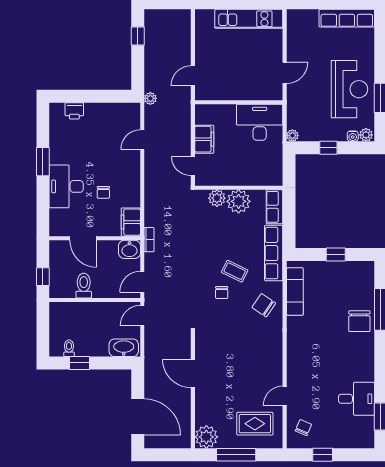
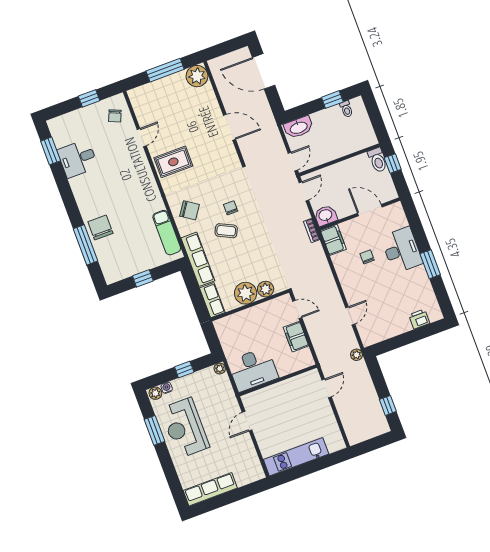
toilet: (84, 286) -> (378, 160), moved
rug: (255, 424) -> (173, 162), moved

